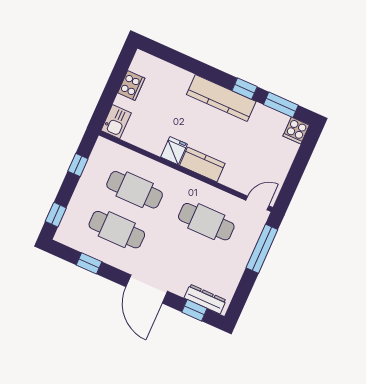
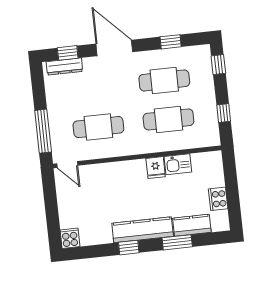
window: (281, 105) -> (177, 242), moved
kitchen sink: (116, 122) -> (178, 164), moved, turned -90
kitchen counter: (202, 164) -> (192, 225), moved, turned 180
door: (257, 203) -> (67, 165), hinge flipped

